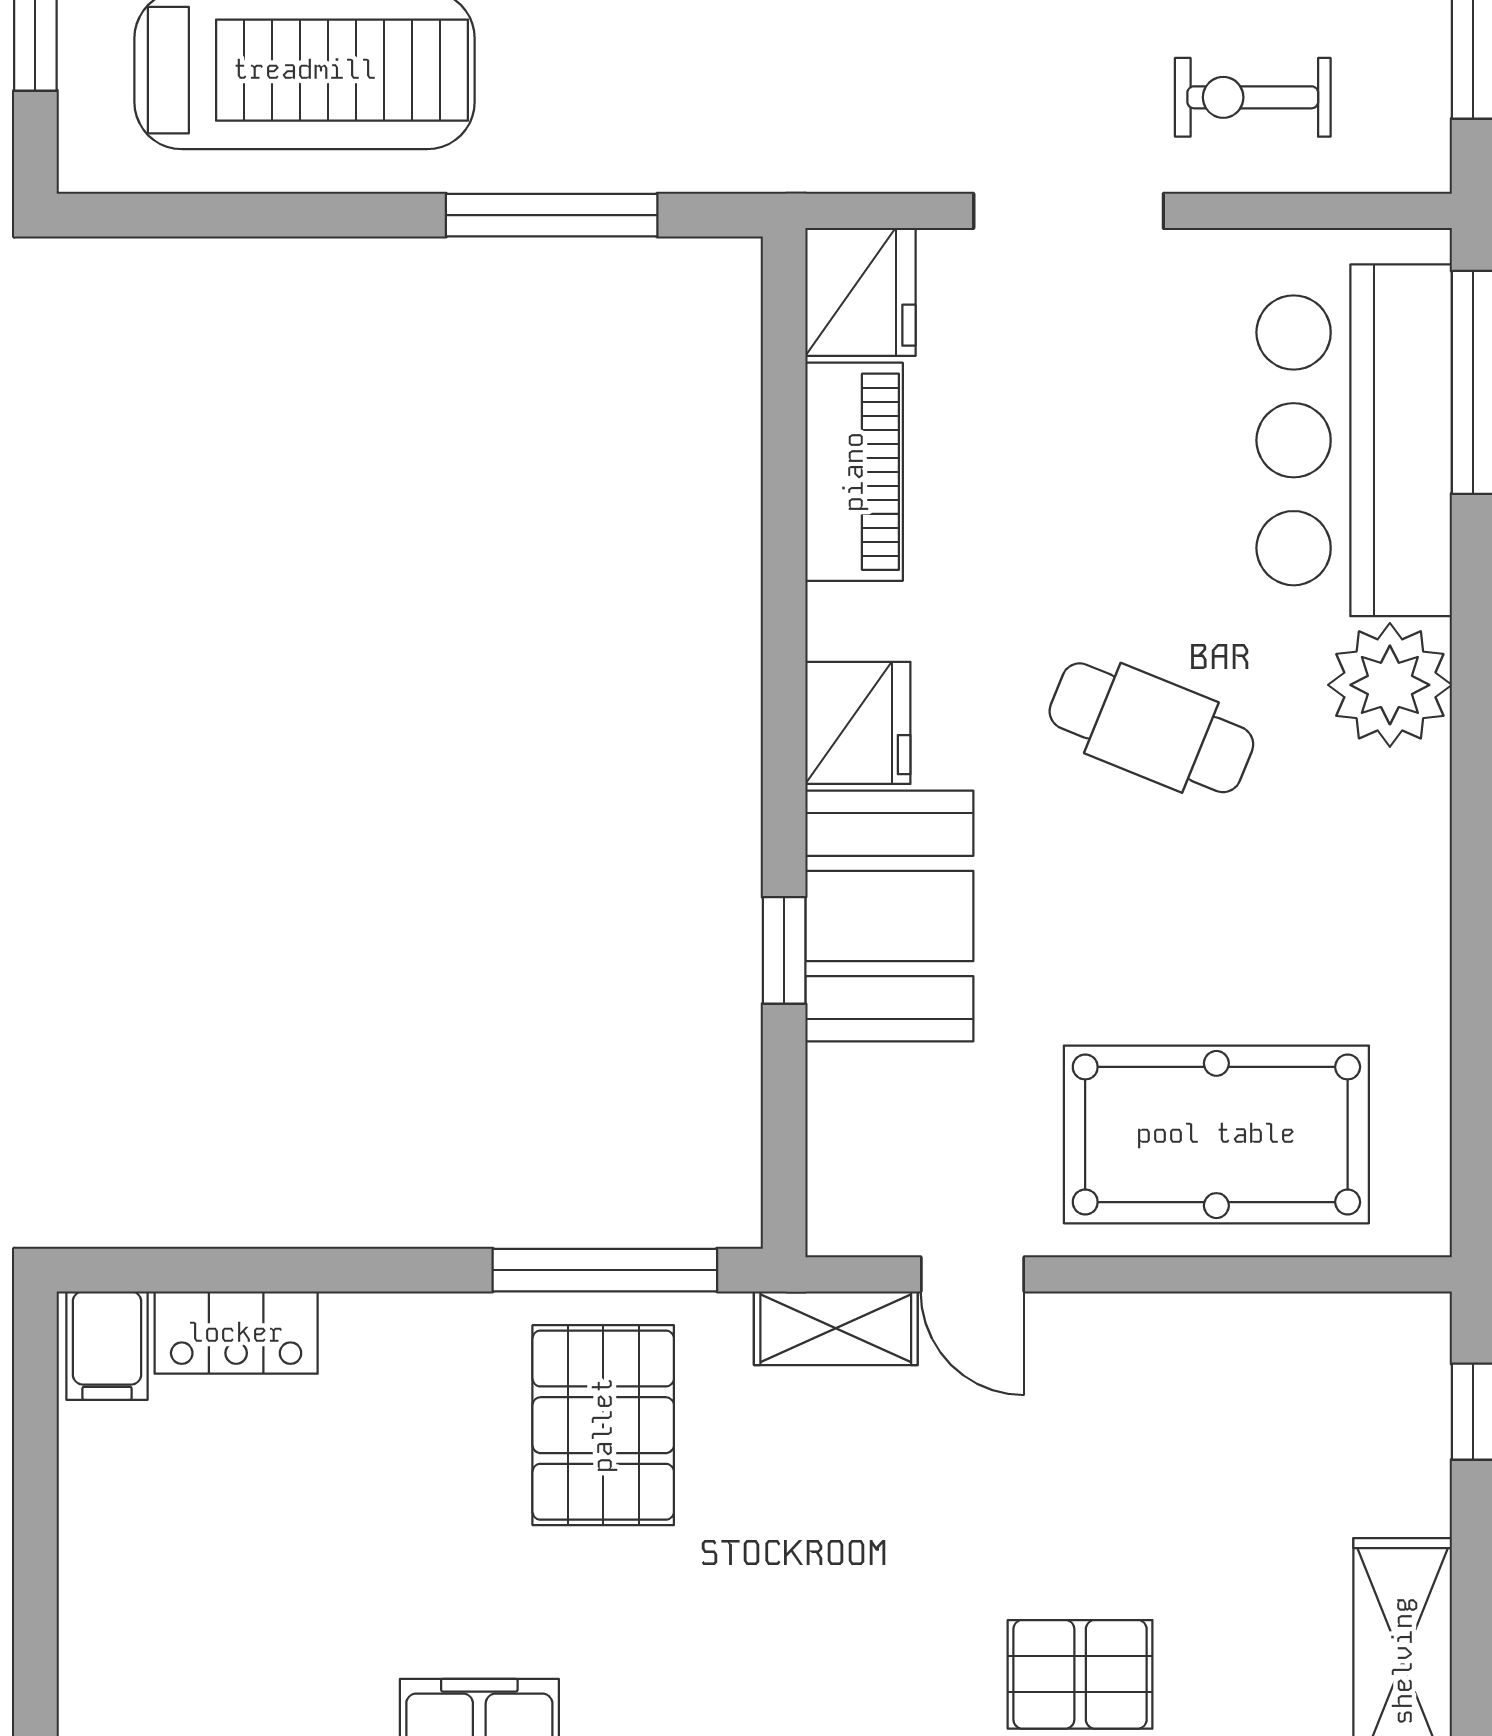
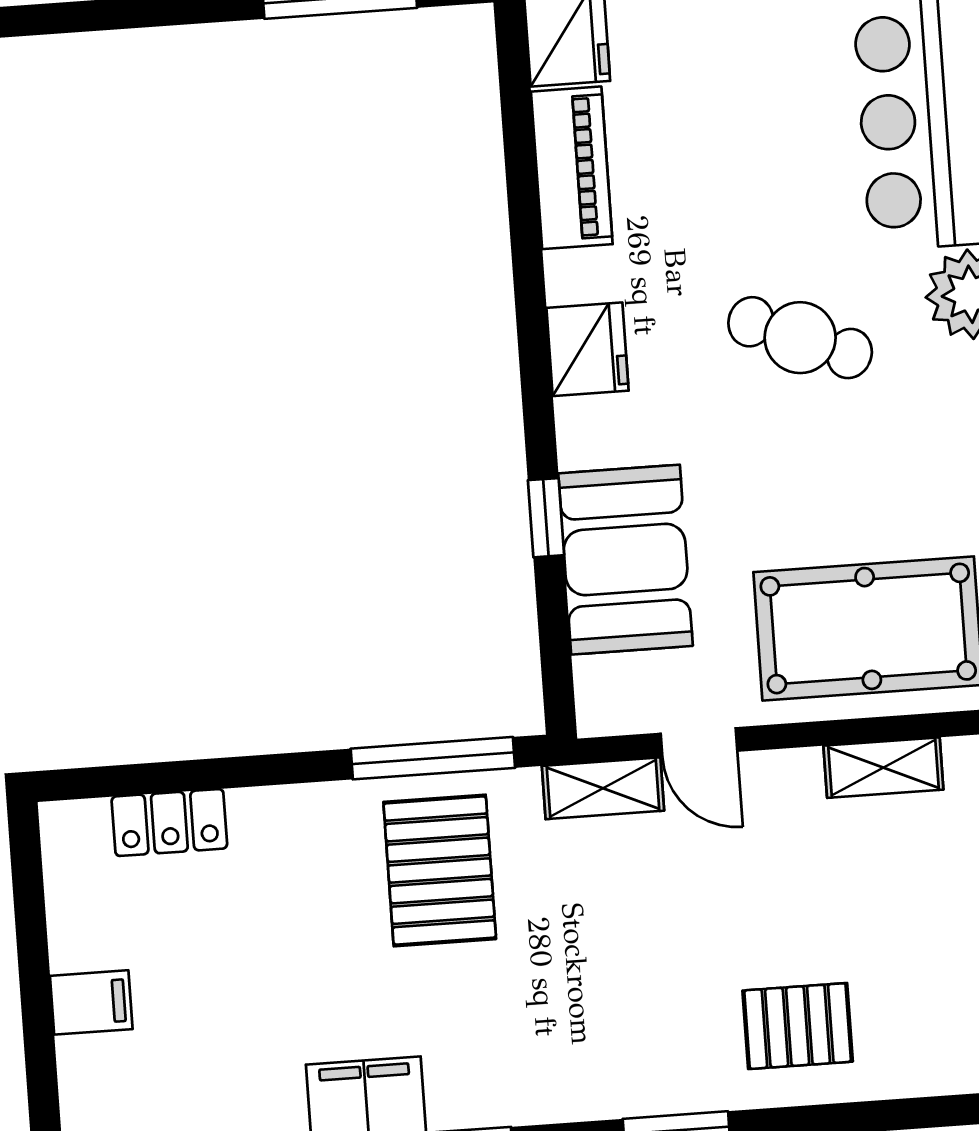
booth: (889, 916) -> (626, 560), moved
shelving: (1224, 1327) -> (883, 768), added
filing cabinet: (107, 1346) -> (91, 1002), moved, turned -90

